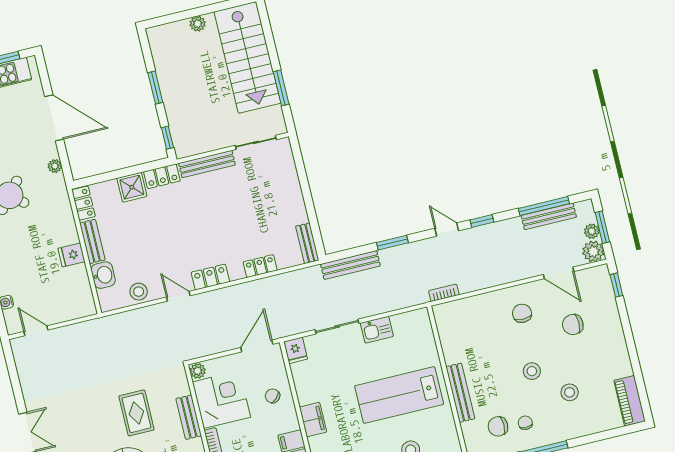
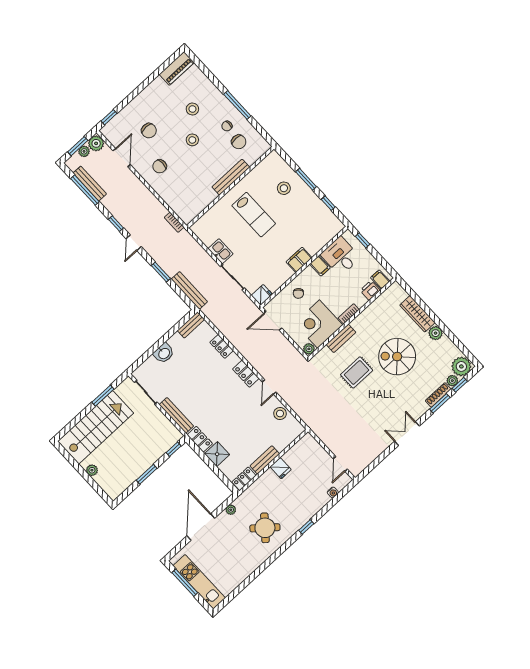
washbasin: (103, 275) -> (164, 353), moved, turned 180
lab bench: (399, 395) -> (254, 215), width x0.73, depth x0.72

